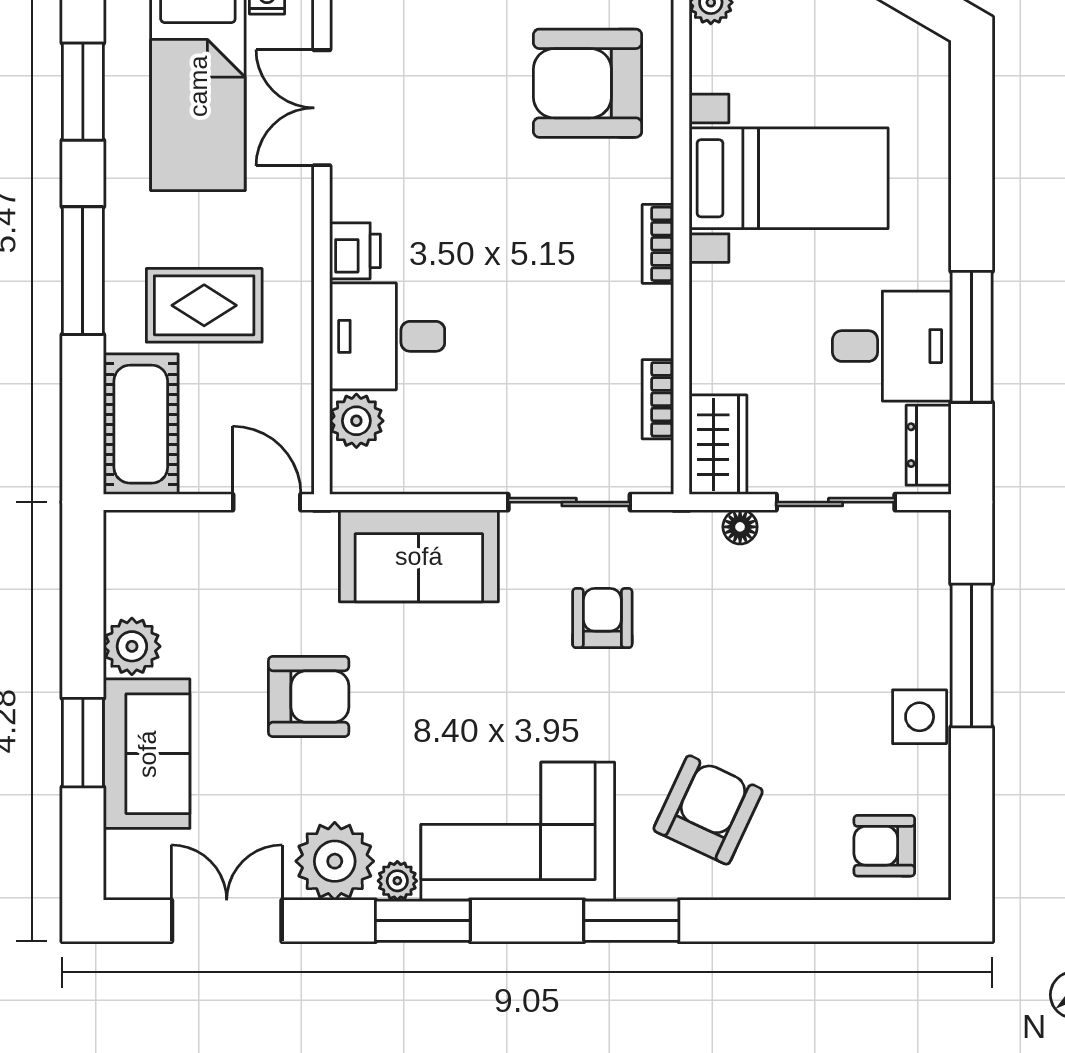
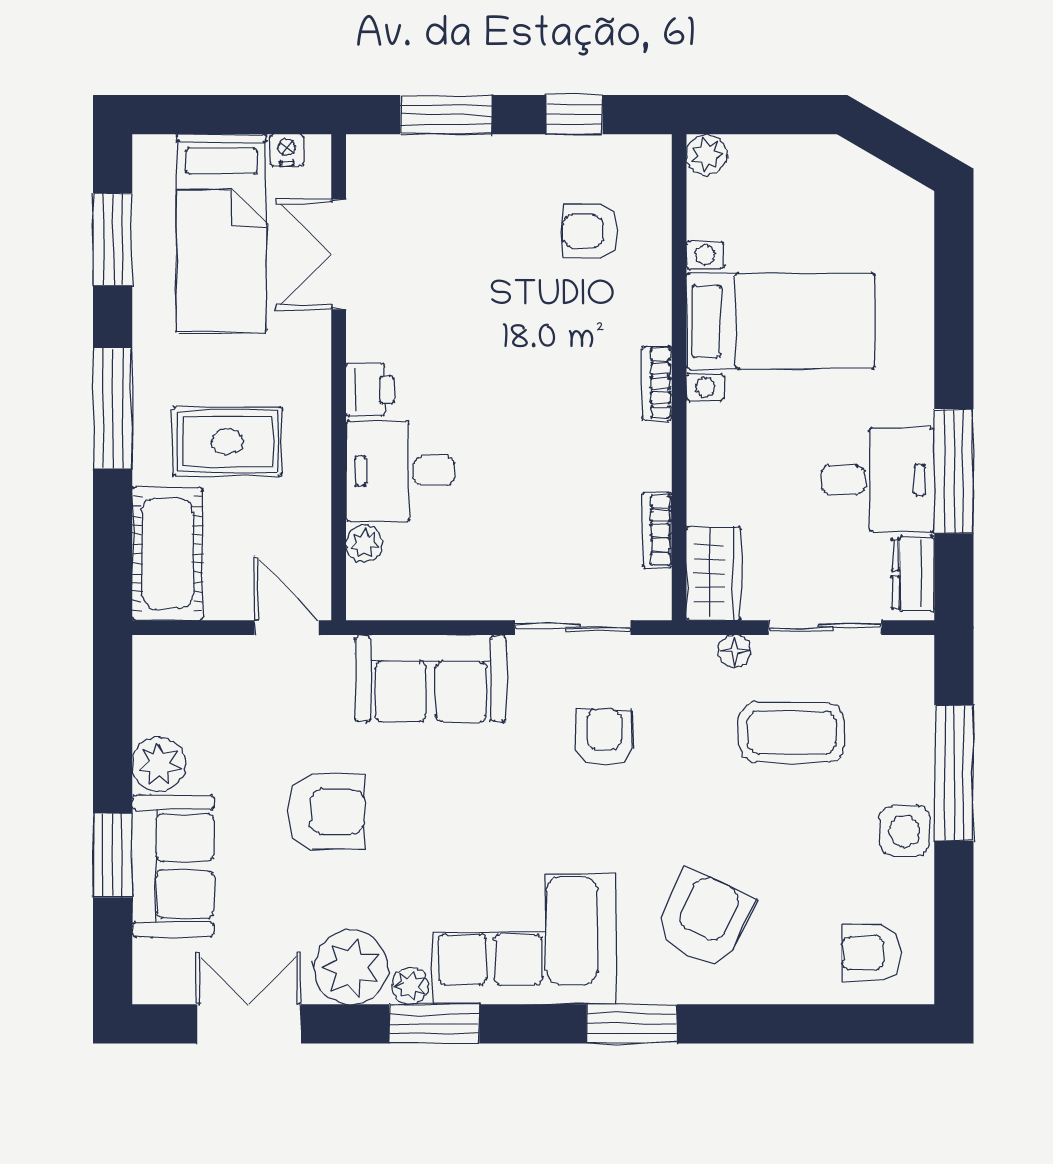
armchair: (588, 83) -> (590, 231), width x0.53, depth x0.53
plant: (356, 421) -> (365, 544), width x0.73, depth x0.73
coffee table: (800, 613) -> (792, 733), added

